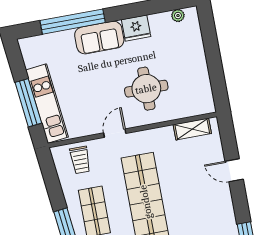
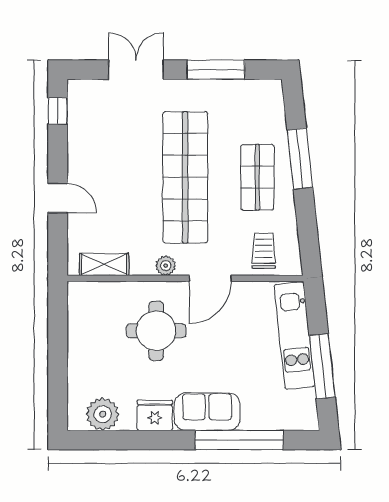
plant: (178, 16) -> (103, 414), width x1.87, depth x1.87
window: (28, 103) -> (322, 366), moved
door: (115, 133) -> (210, 278), width x1.38
plant: (148, 136) -> (166, 266), added

